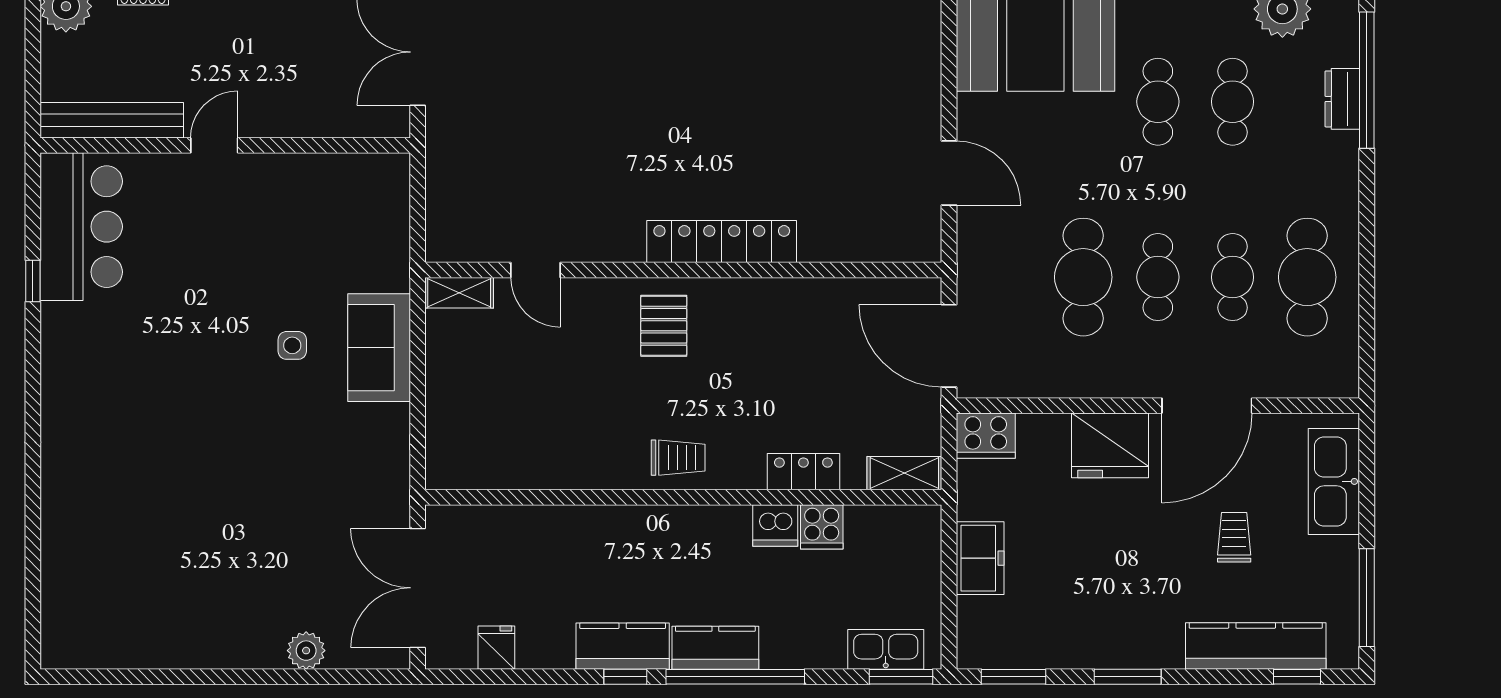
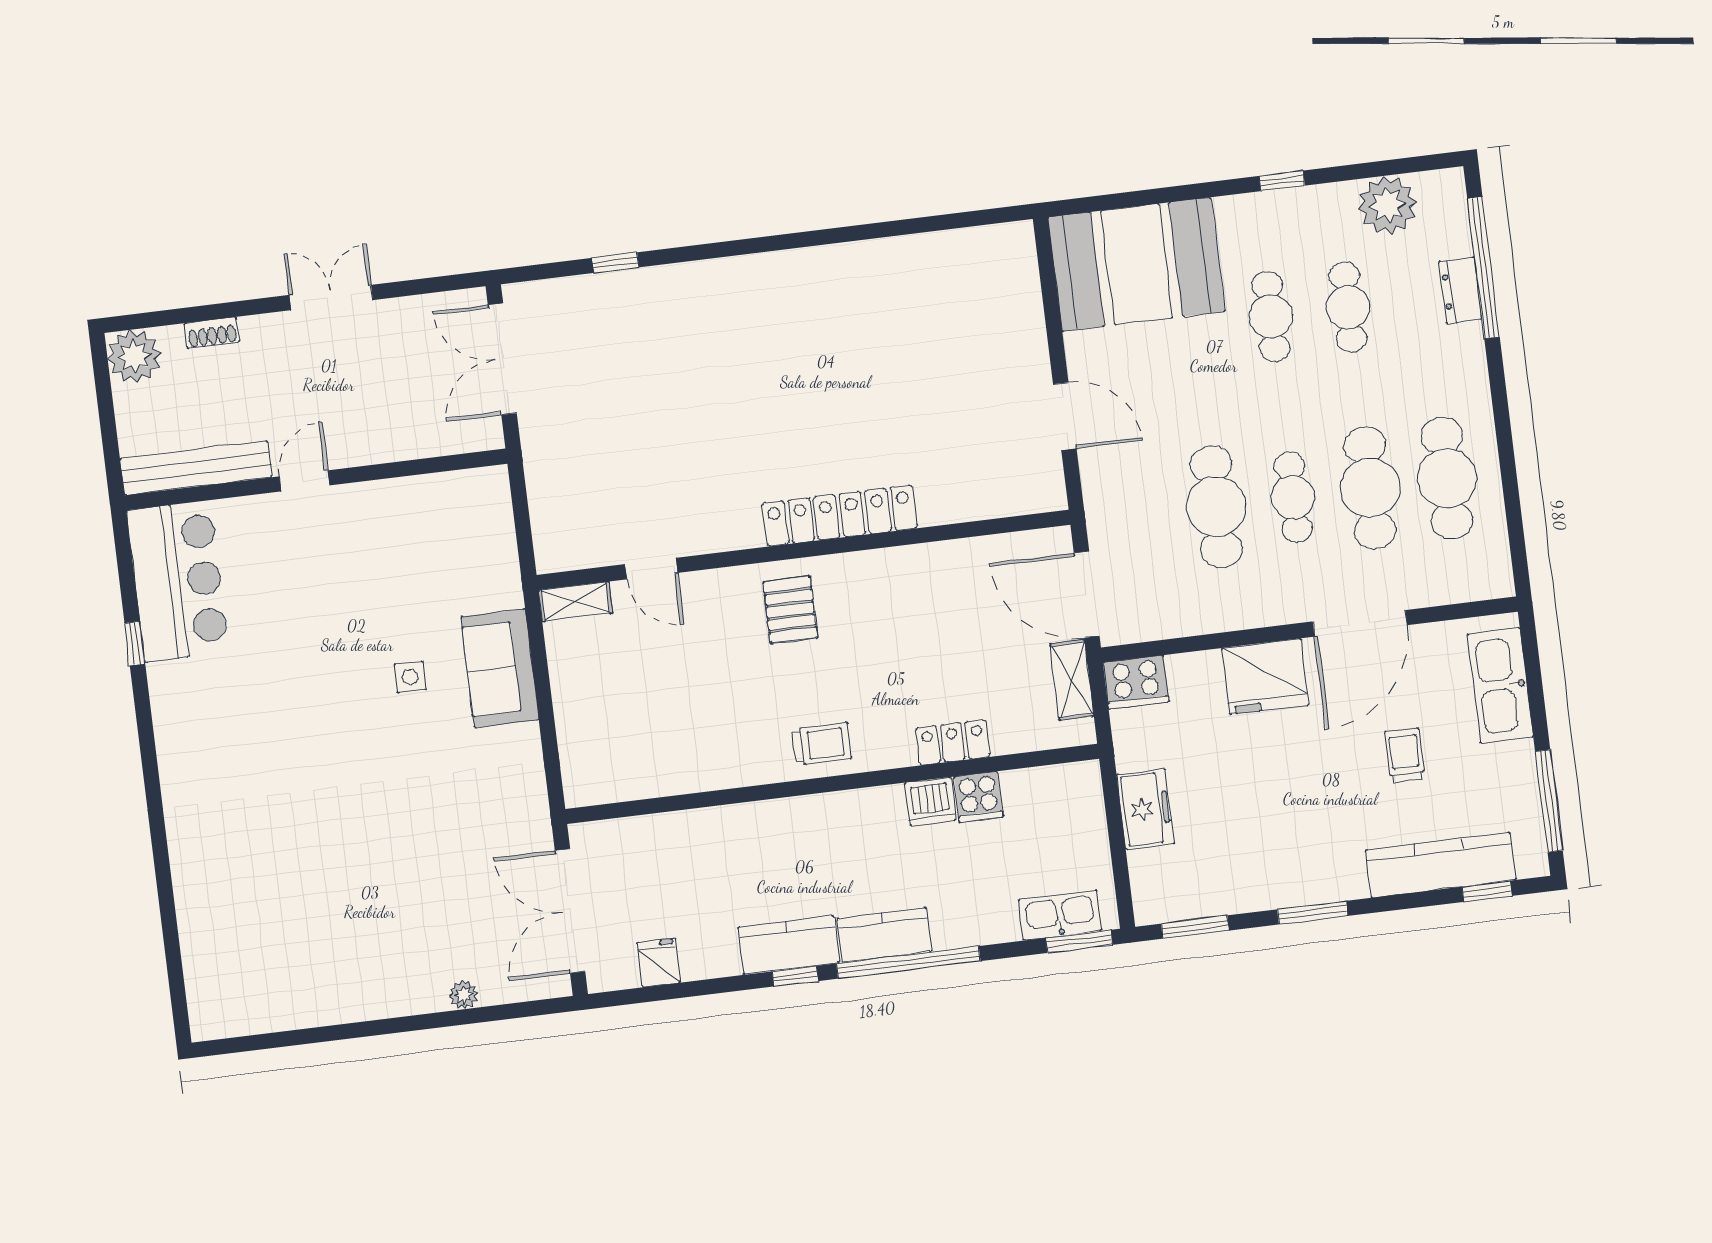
cafe table: (1233, 277) -> (1370, 488), width x1.37, depth x1.35
shelving: (904, 473) -> (1072, 680), moved, turned 90
plant: (306, 651) -> (464, 995), width x0.73, depth x0.73

